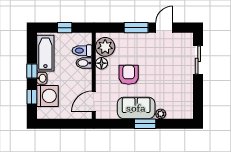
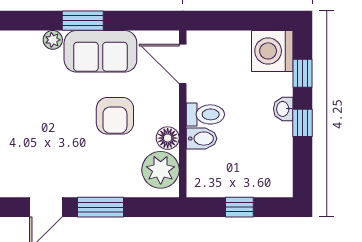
toilet: (82, 51) -> (205, 114), moved
bathtub: (45, 53) -> (276, 158), removed
washing machine: (48, 96) -> (272, 51), moved
door: (94, 101) -> (183, 64), swing flipped

